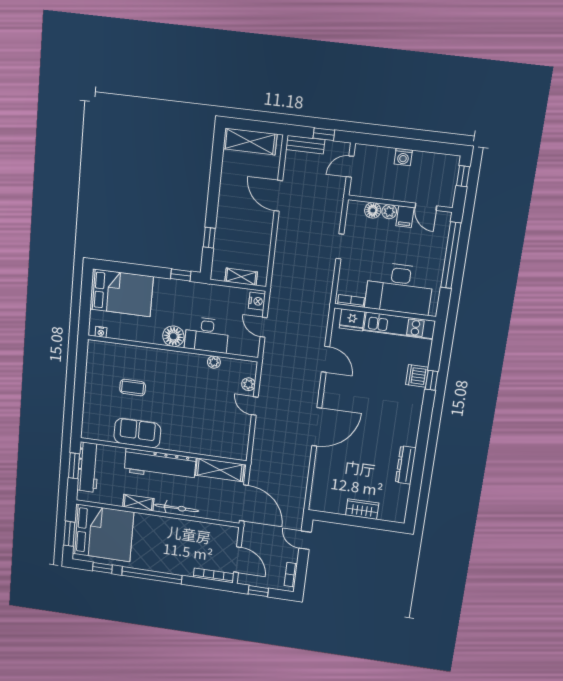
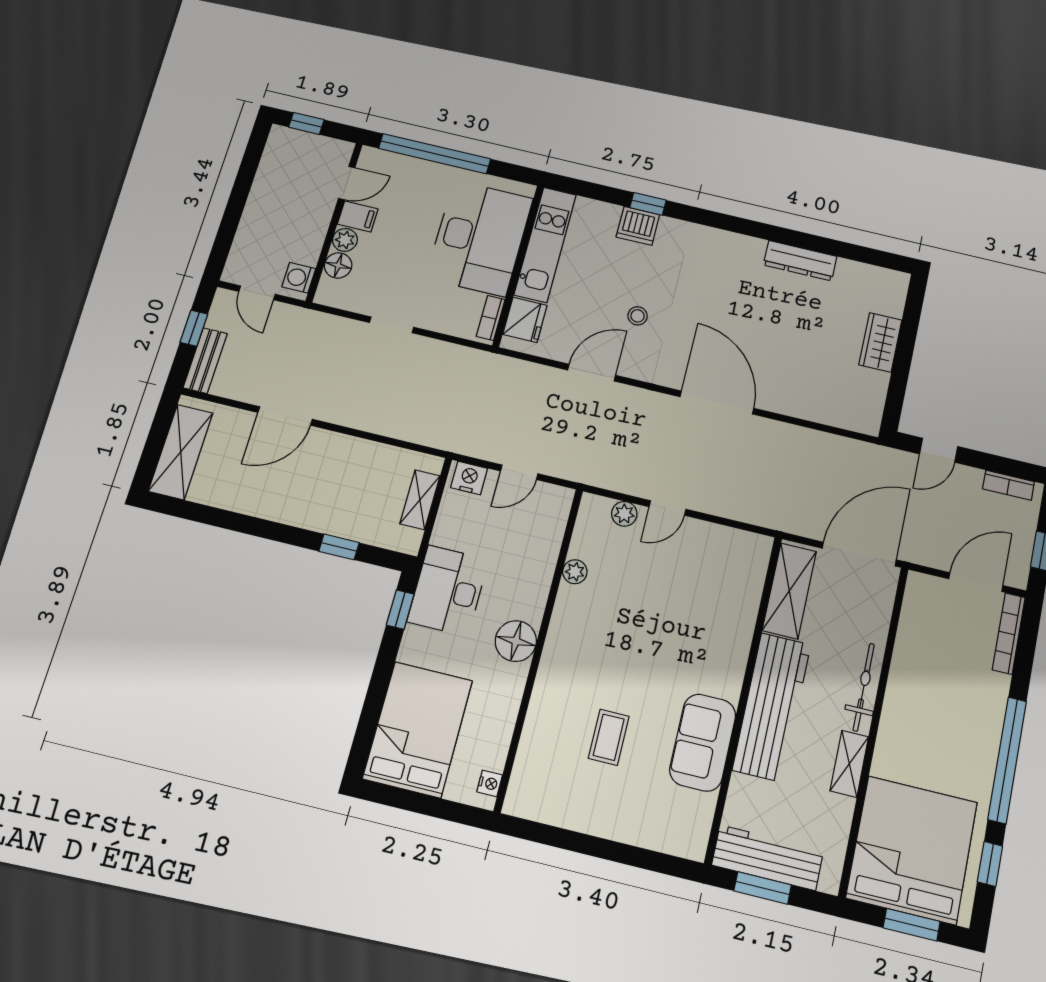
washing machine: (403, 157) -> (299, 278), moved, turned 180
desk: (207, 335) -> (448, 591), moved, turned 180
stool: (362, 381) -> (638, 316), added

